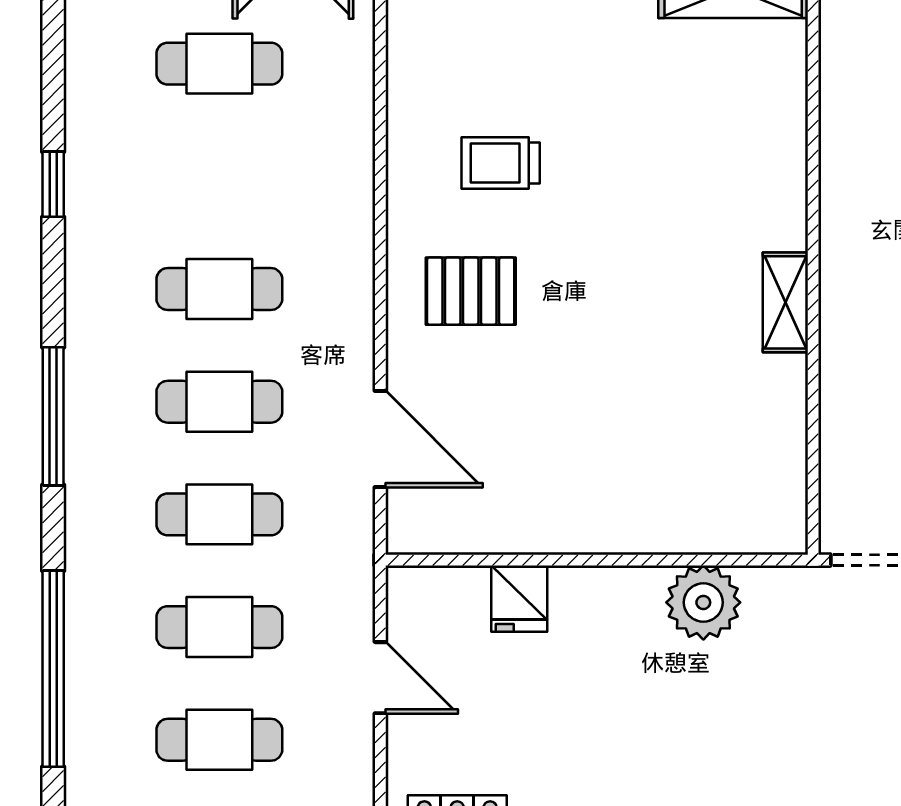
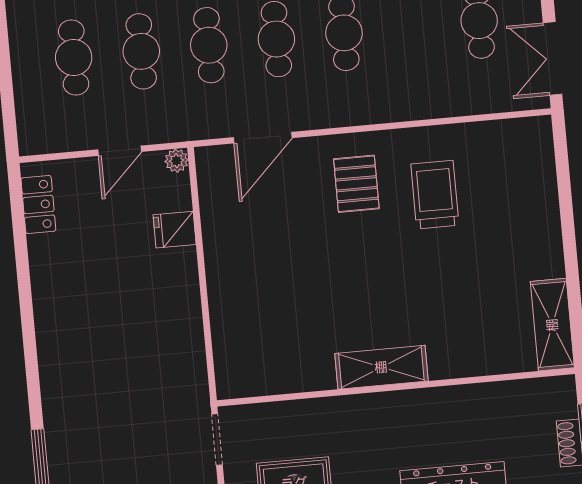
trolley: (501, 163) -> (435, 195), width x1.36, depth x1.39
shelving: (785, 302) -> (381, 367), width x1.50, depth x1.33
plant: (703, 602) -> (177, 161), moved, width x0.53, depth x0.53

